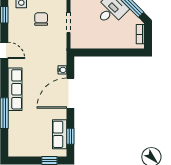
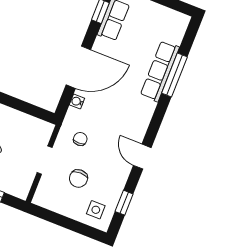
chair: (50, 46) -> (80, 139), added
row of seats: (15, 89) -> (160, 71), moved

